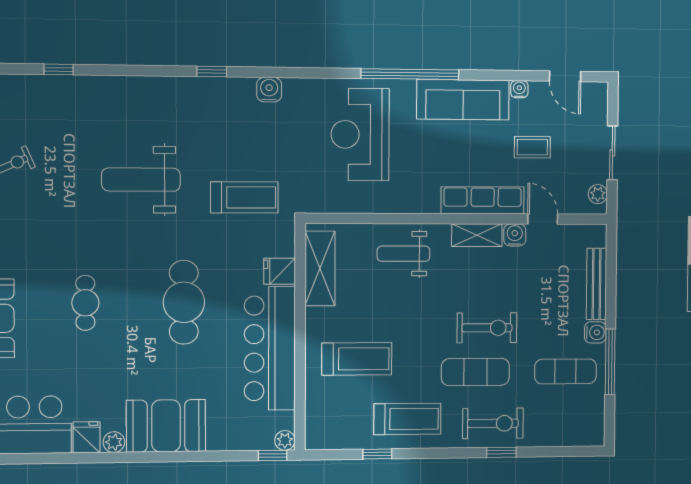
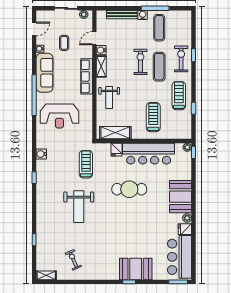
row of seats: (483, 200) -> (87, 76), moved
cafe table: (85, 303) -> (129, 229), removed

